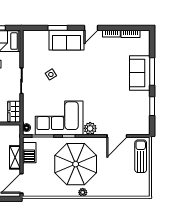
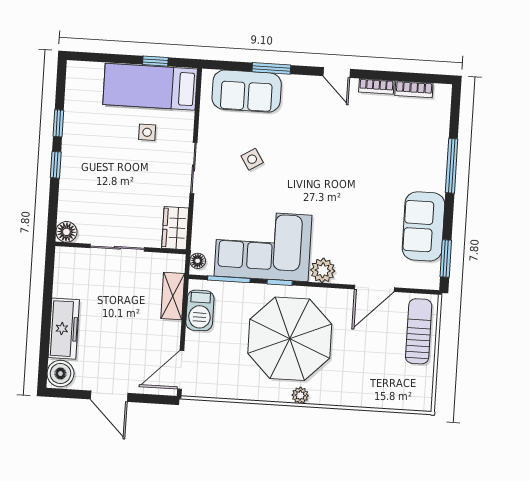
door: (91, 28) -> (337, 72), hinge flipped
sofa: (67, 40) -> (247, 91), moved
sofa: (140, 73) -> (424, 226), moved
window: (152, 106) -> (446, 258), moved
shelving: (15, 157) -> (173, 296), moved

